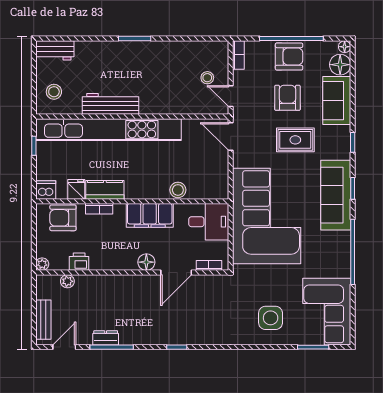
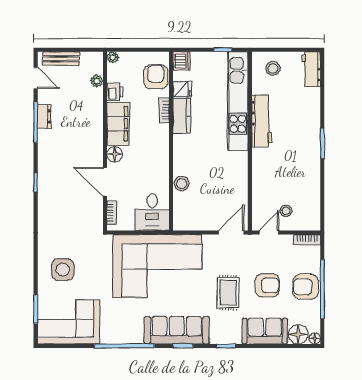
armchair: (289, 56) -> (306, 287), turned 90
kitchen unit: (108, 130) -> (238, 101), width x0.73
filing cabinet: (150, 215) -> (118, 124), moved, turned 180

